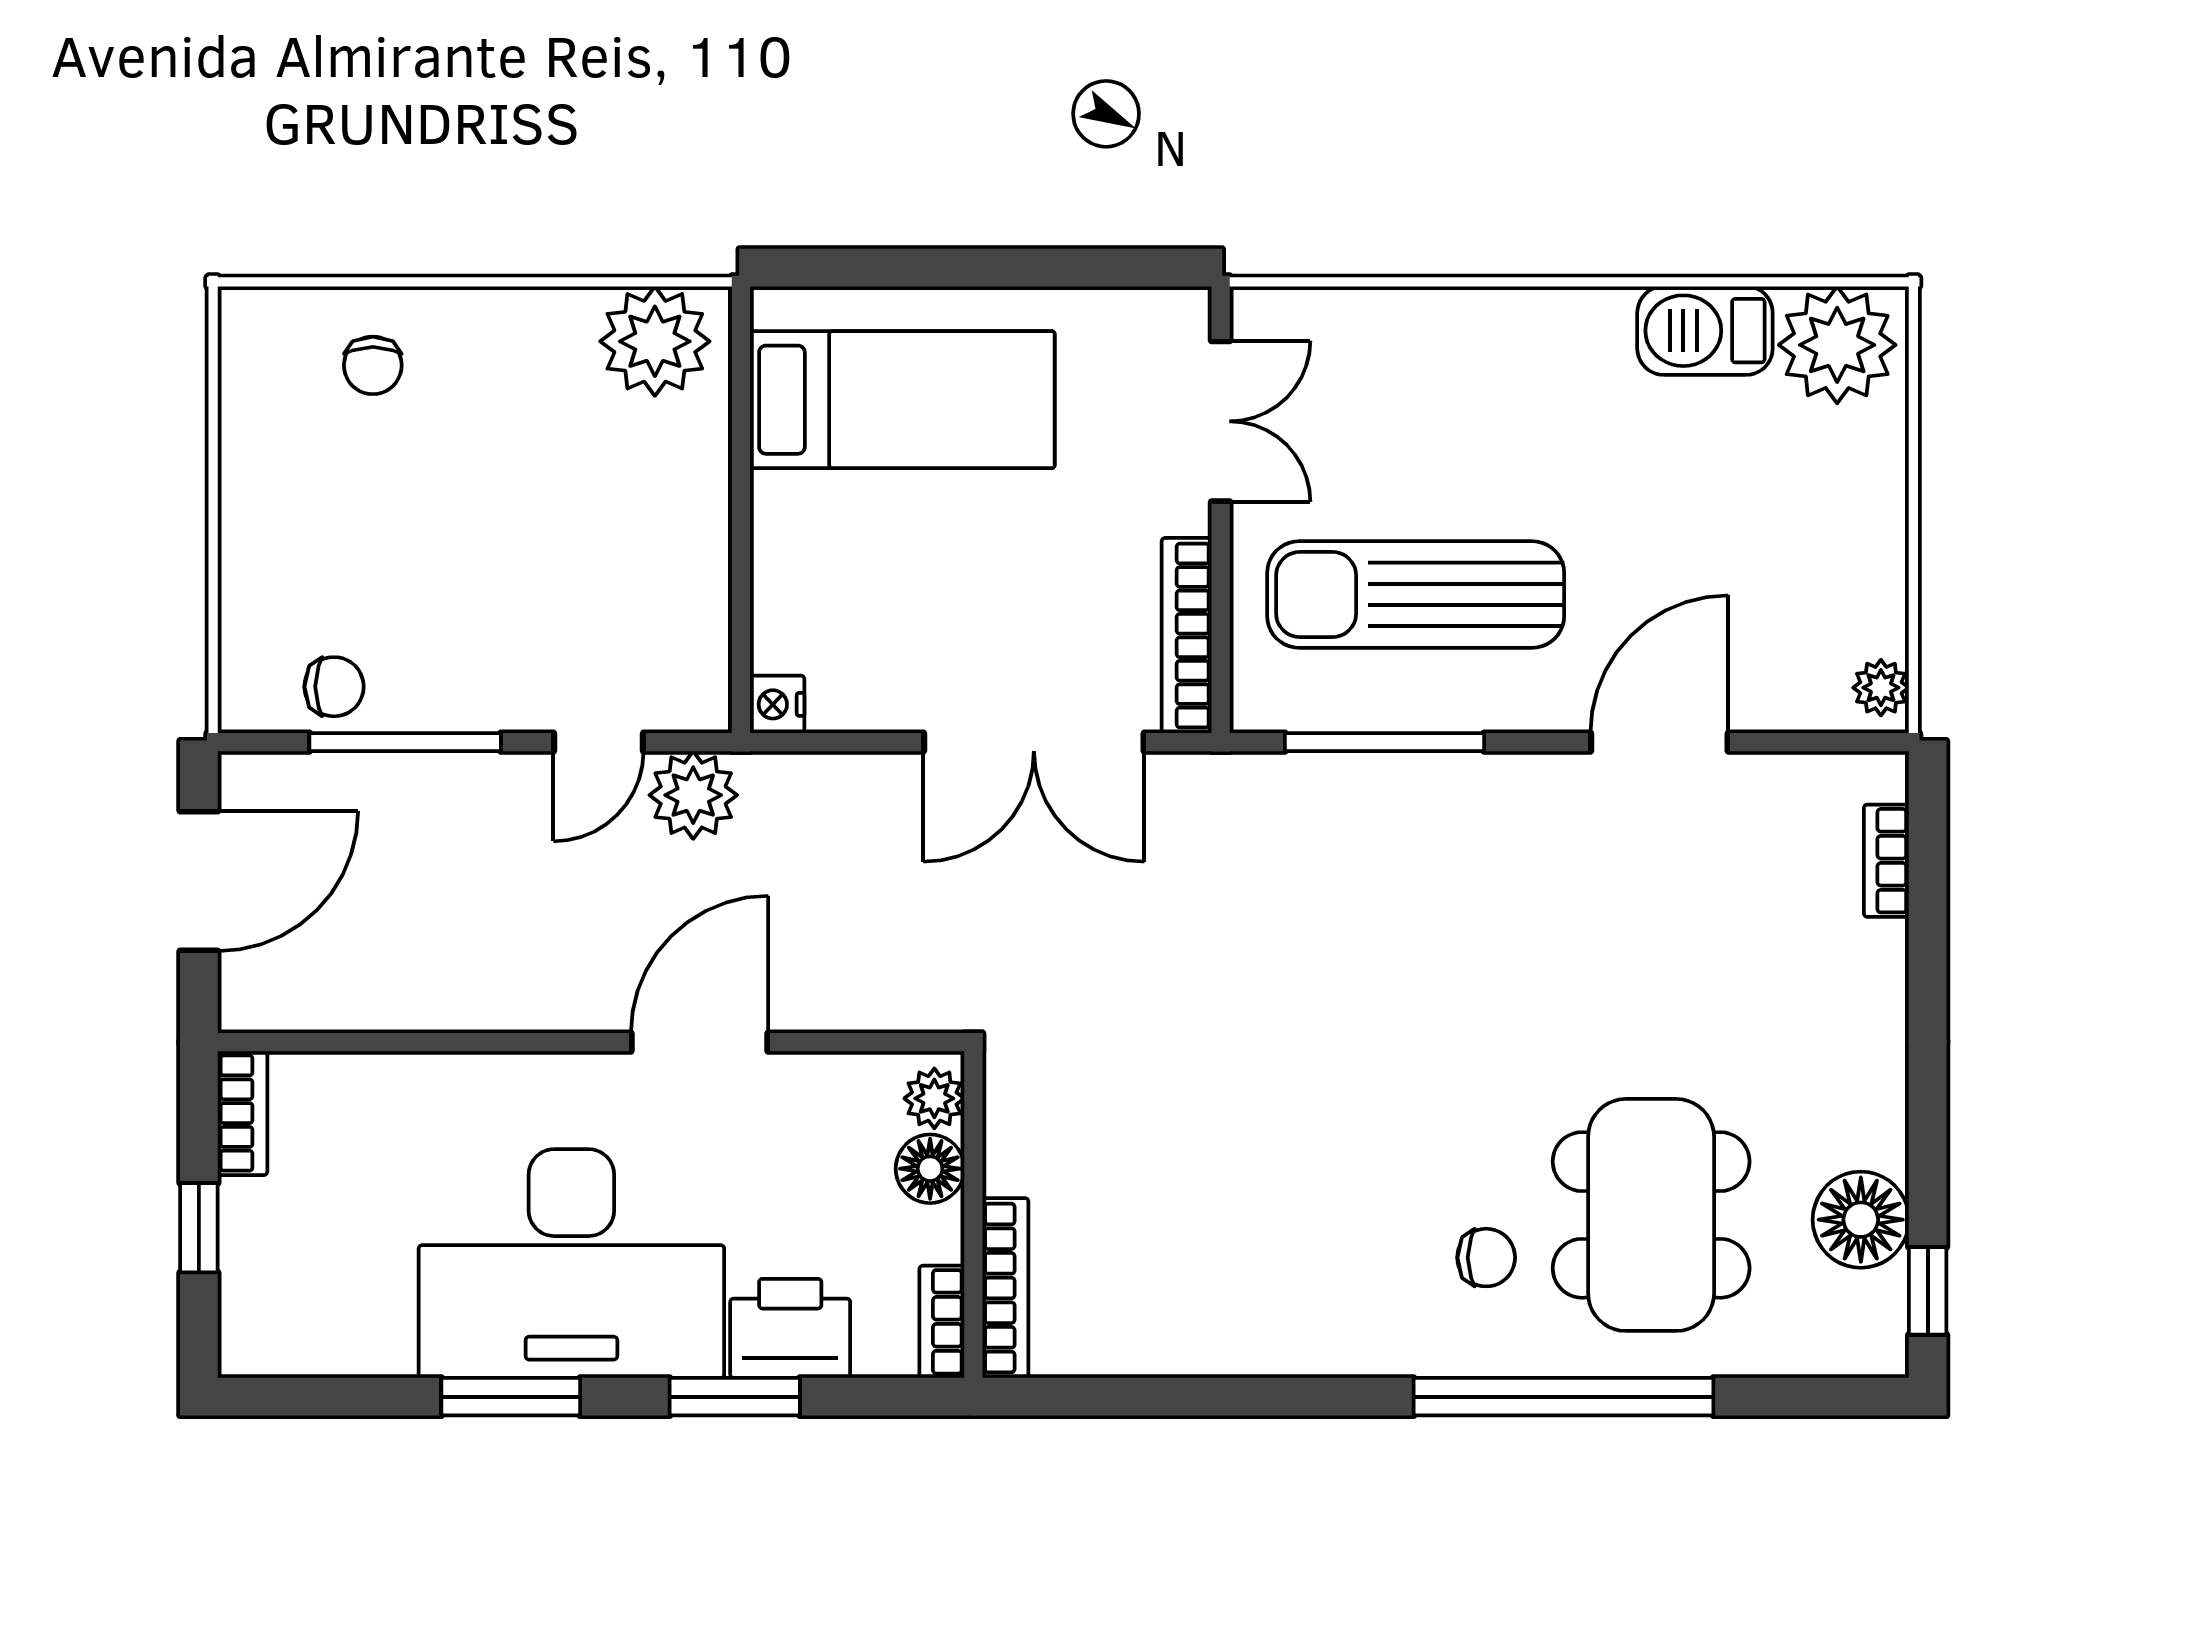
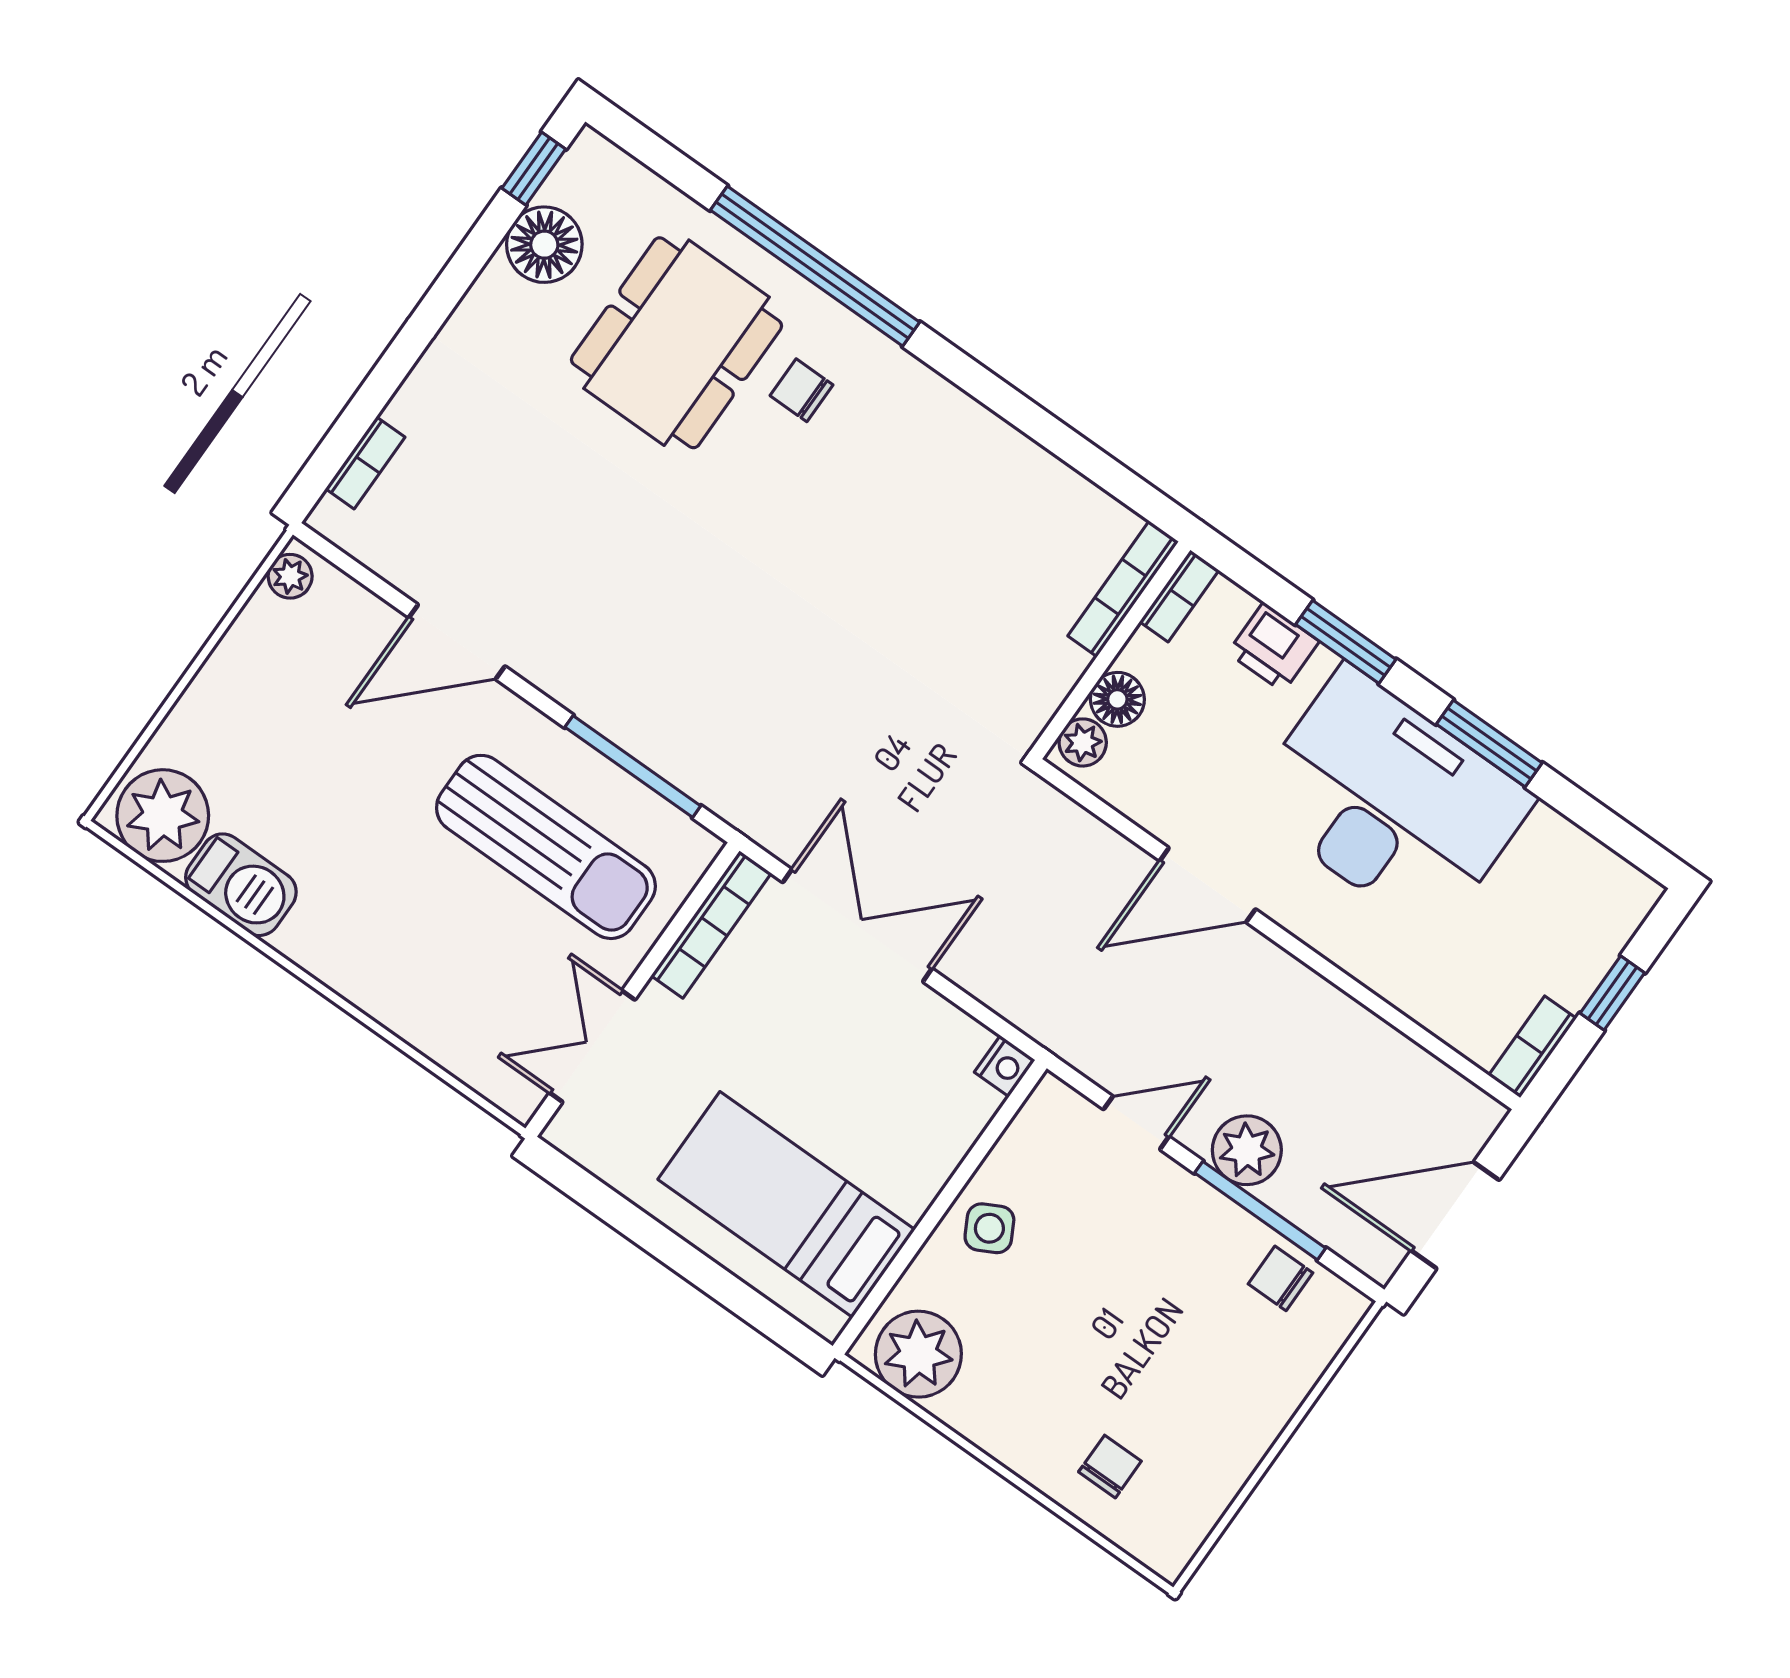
side table: (674, 524) -> (989, 1228), added
plant: (693, 795) -> (1247, 1150), moved
printer: (790, 1328) -> (1273, 647), width x0.73, depth x0.81

